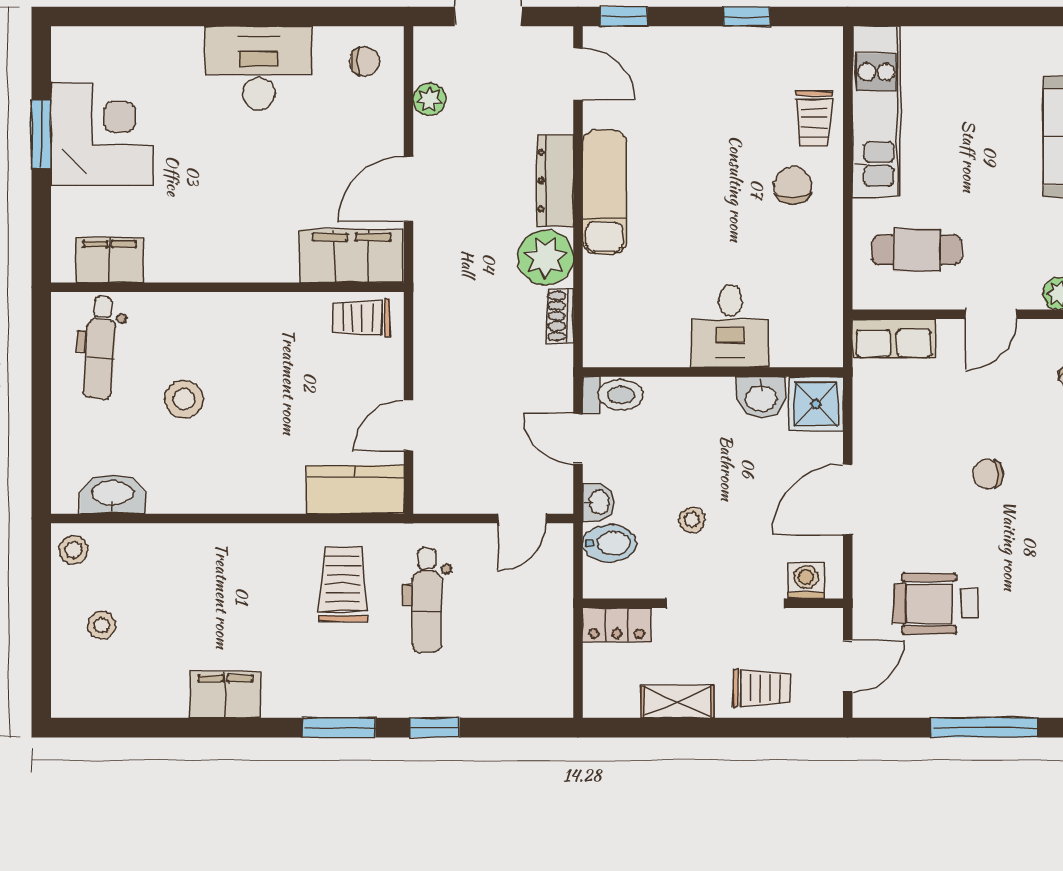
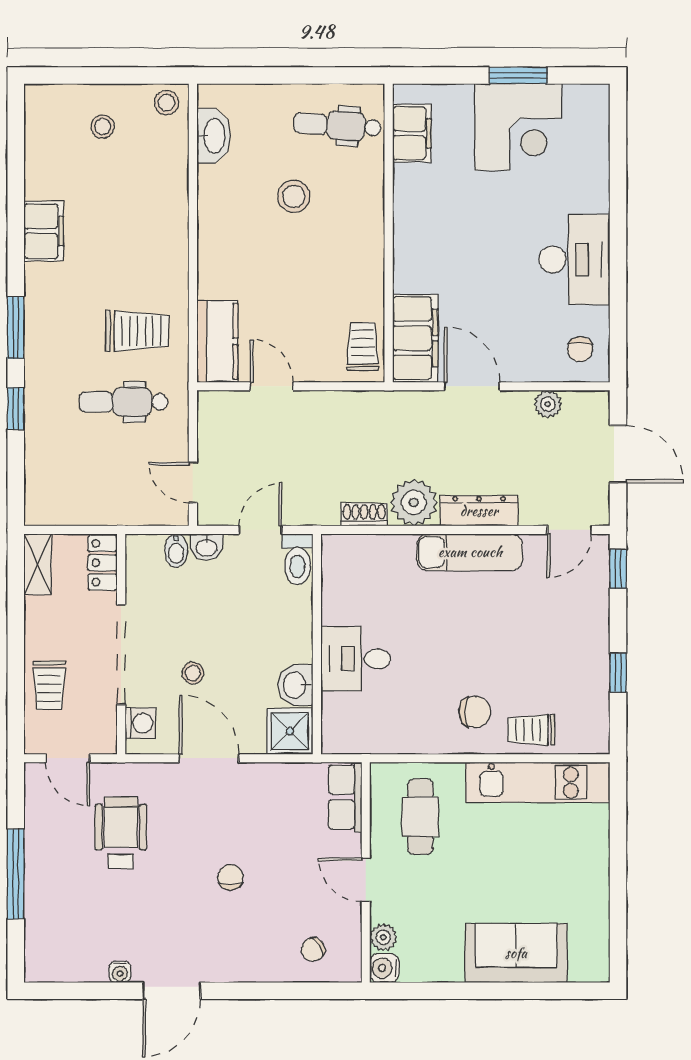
stool: (692, 520) -> (193, 673), moved
bidet: (610, 543) -> (176, 551), width x0.72, depth x0.74
shelving: (677, 702) -> (38, 564), moved

